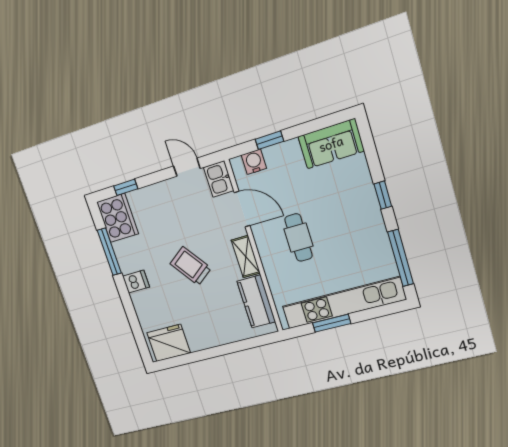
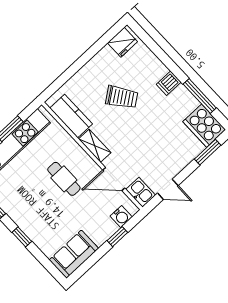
window: (126, 187) -> (208, 152), width x1.50
trolley: (191, 266) -> (122, 97), moved
fridge: (169, 343) -> (122, 42), width x0.73, depth x0.75

